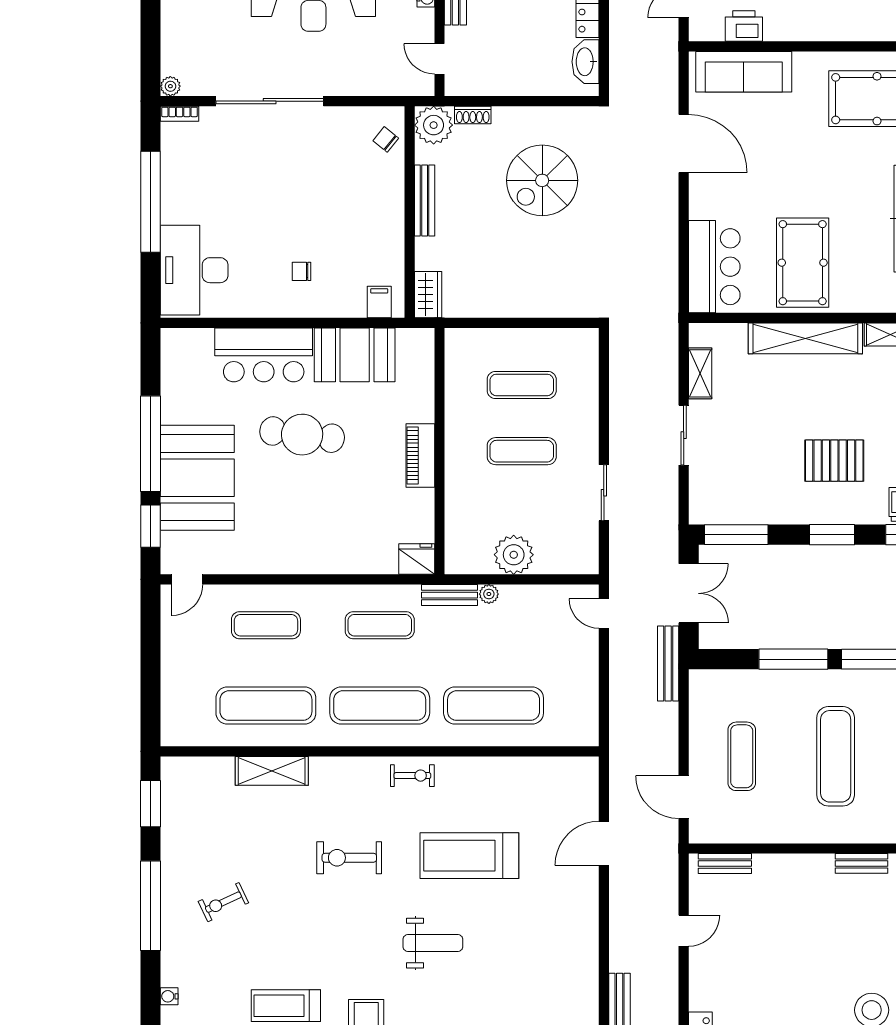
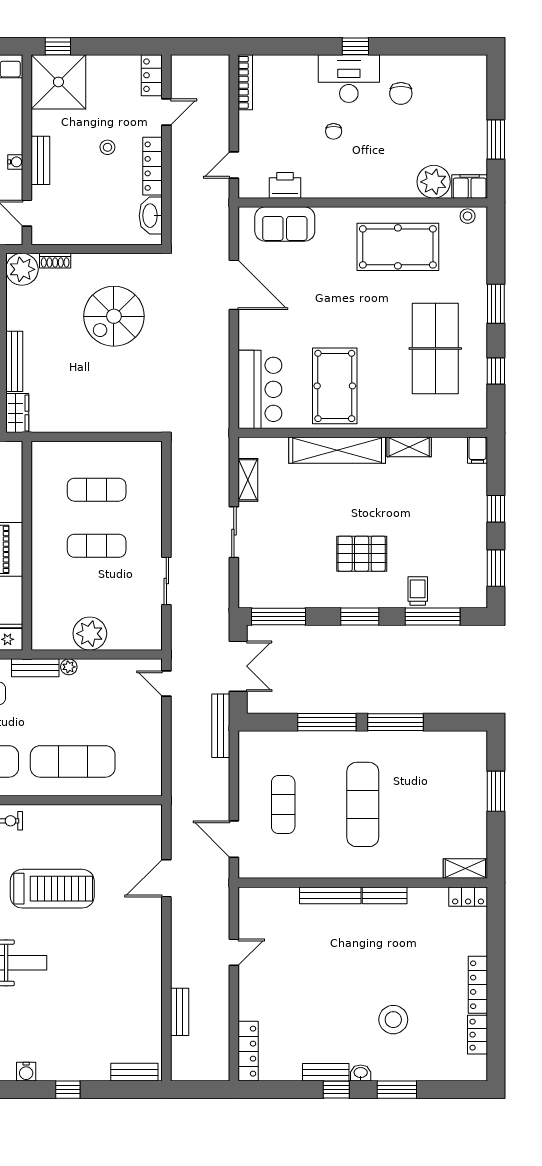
sofa: (744, 72) -> (285, 224), width x0.73
bench: (425, 201) -> (14, 361), moved
treadmill: (469, 856) -> (52, 889), turned 180
bench: (725, 864) -> (330, 895), moved, width x1.36

